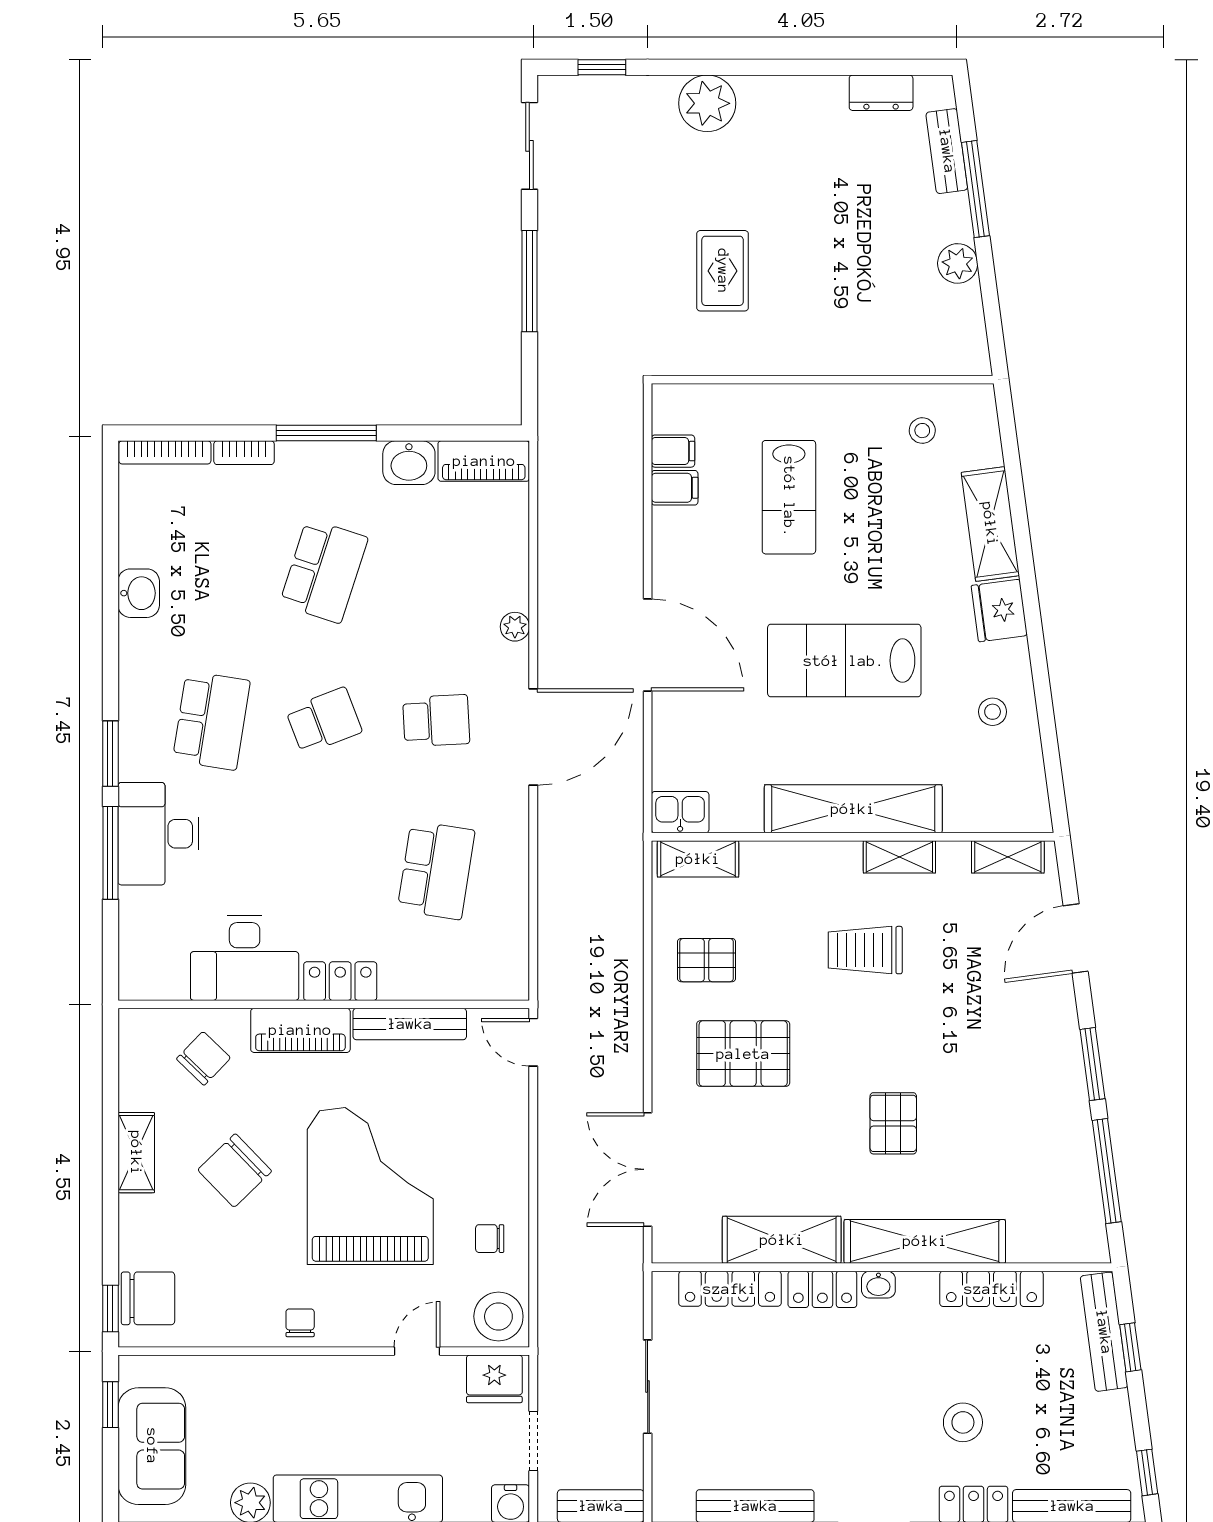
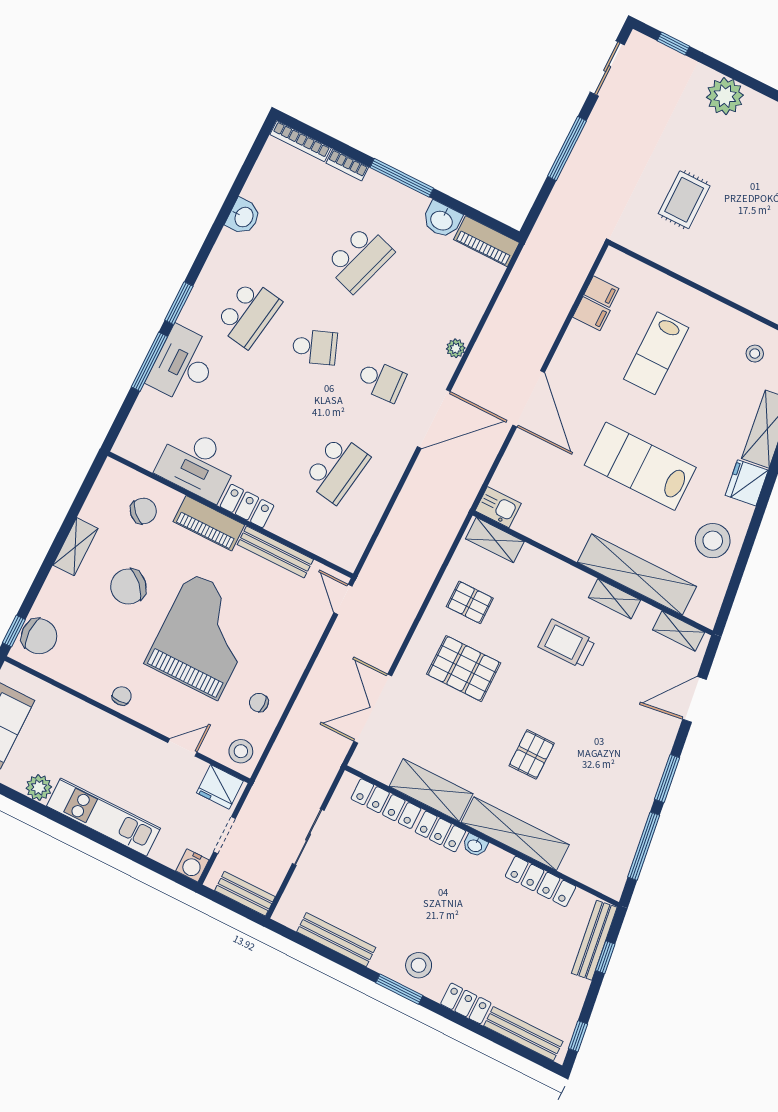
stool: (993, 712) -> (713, 541), width x1.89, depth x1.89
shelving: (853, 809) -> (637, 574), moved
stool: (498, 1316) -> (241, 751), width x0.73, depth x0.73
stool: (963, 1422) -> (419, 965), moved

